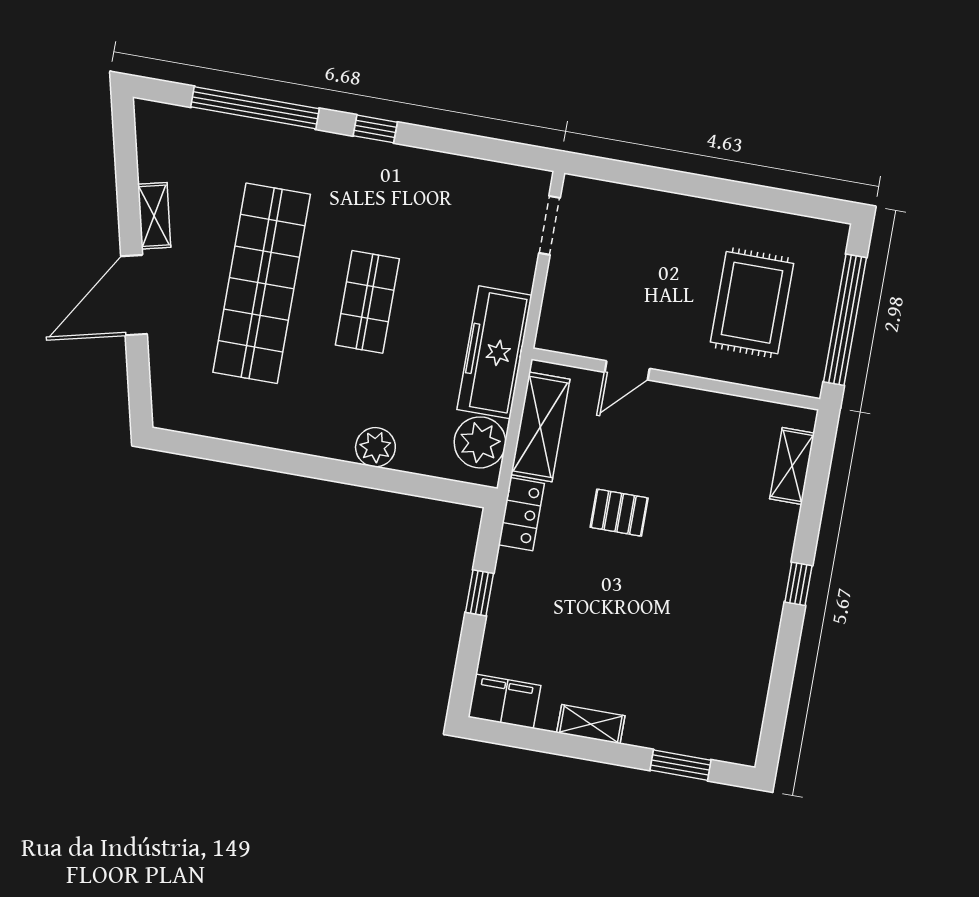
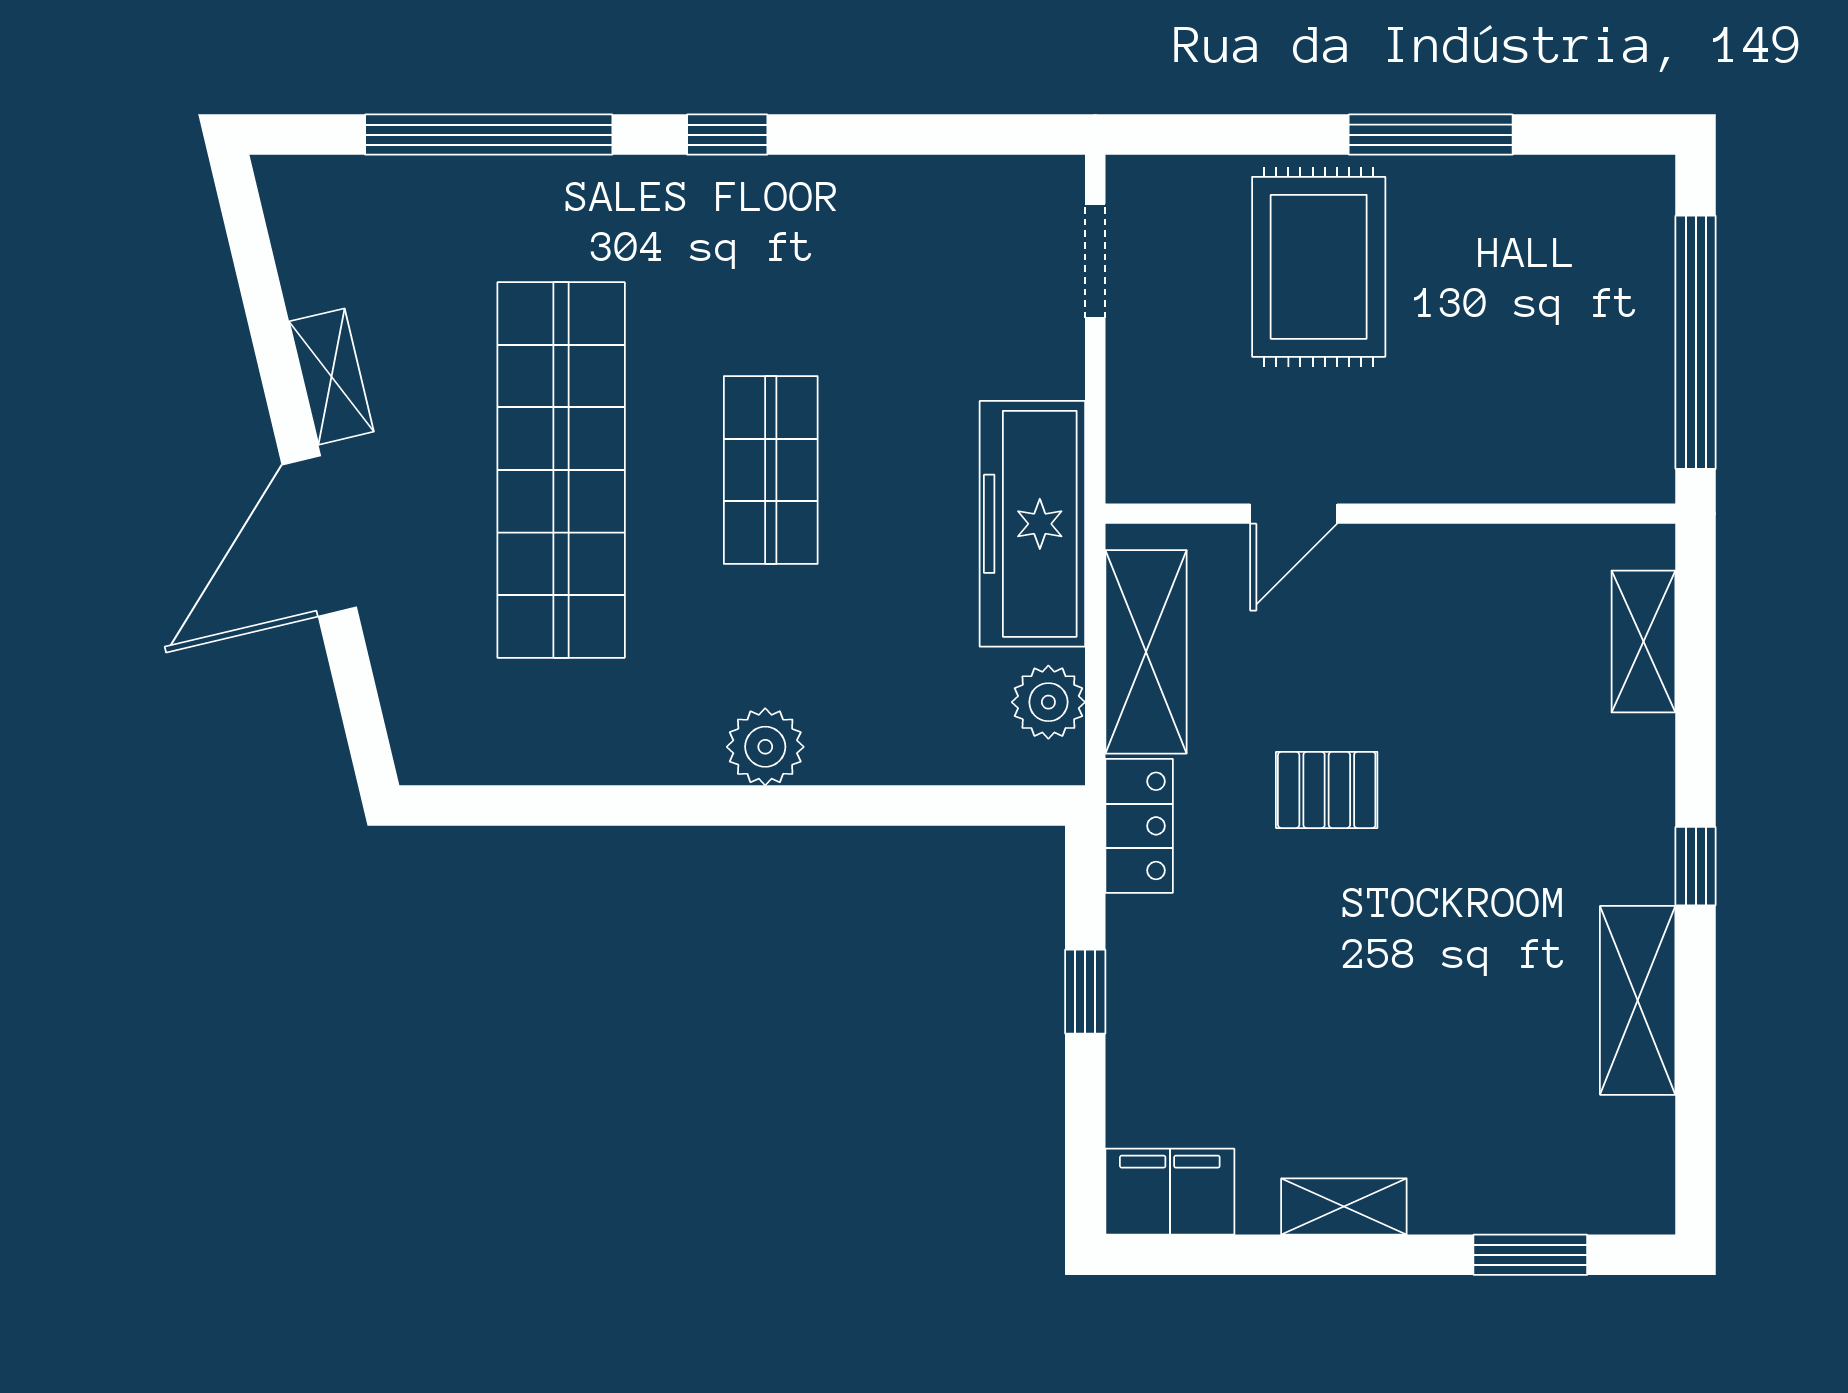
window: (730, 191) -> (1431, 135), added
rug: (752, 303) -> (1319, 267), moved
plant: (480, 442) -> (1048, 702), width x0.73, depth x0.73
plant: (375, 447) -> (765, 747), moved
shelving: (757, 646) -> (1638, 1000), added

